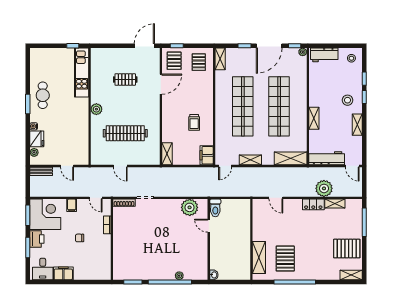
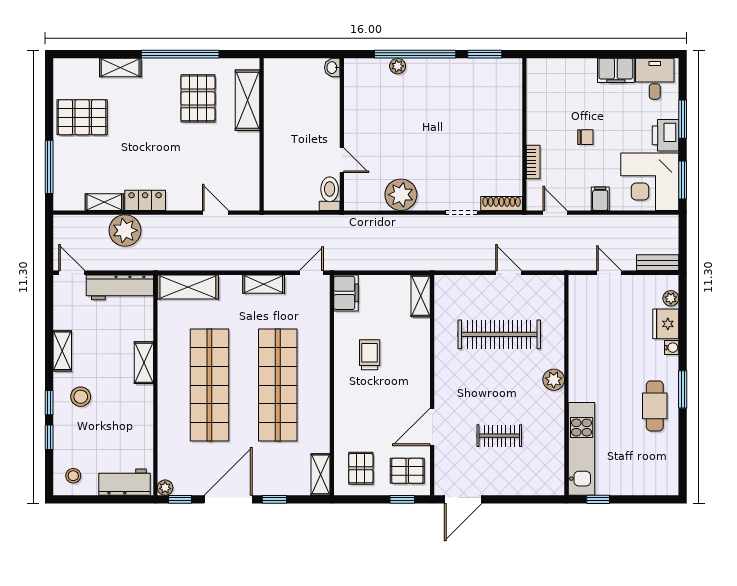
pallet: (174, 61) -> (407, 471), turned 90
plant: (190, 207) -> (401, 195), moved
shelving: (351, 275) -> (120, 68), moved

